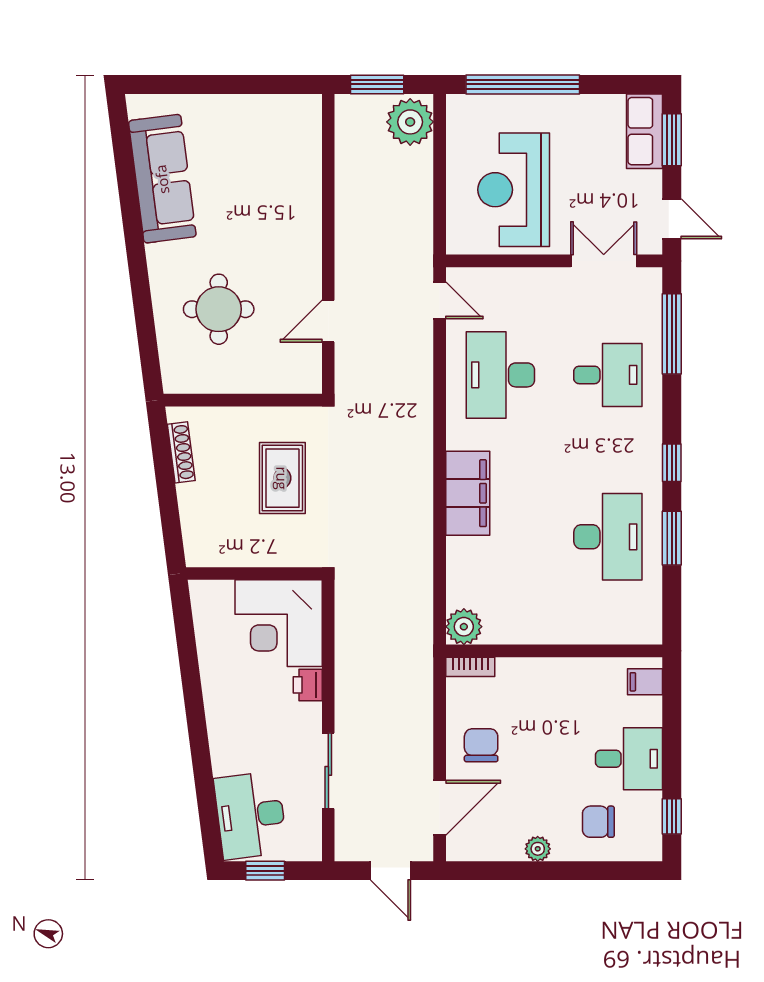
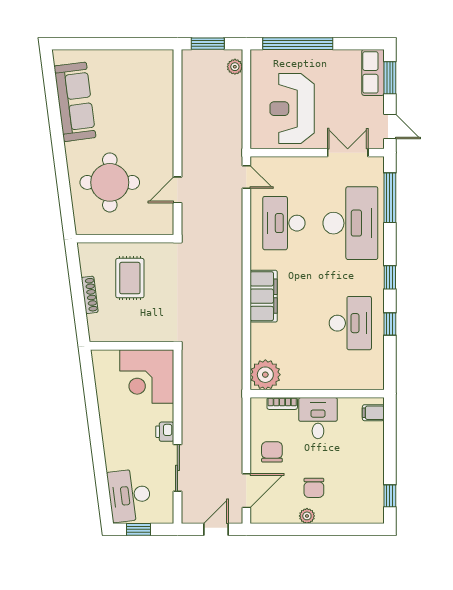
plant: (410, 122) -> (235, 67), width x0.53, depth x0.53
round table: (219, 309) -> (110, 182), width x1.36, depth x1.36
desk: (608, 375) -> (350, 223), width x1.87, depth x1.30
shoe rack: (181, 452) -> (90, 295), moved
rug: (282, 478) -> (130, 278), moved
window: (672, 538) -> (390, 324), width x0.67
plant: (464, 627) -> (265, 375), width x1.36, depth x1.36
bookcase: (470, 667) -> (282, 403), moved
printer: (308, 685) -> (165, 432), moved
desk: (629, 759) -> (318, 418), moved, turned -90
chair: (598, 822) -> (314, 488), moved, turned -90
door: (391, 871) -> (216, 529), swing flipped

